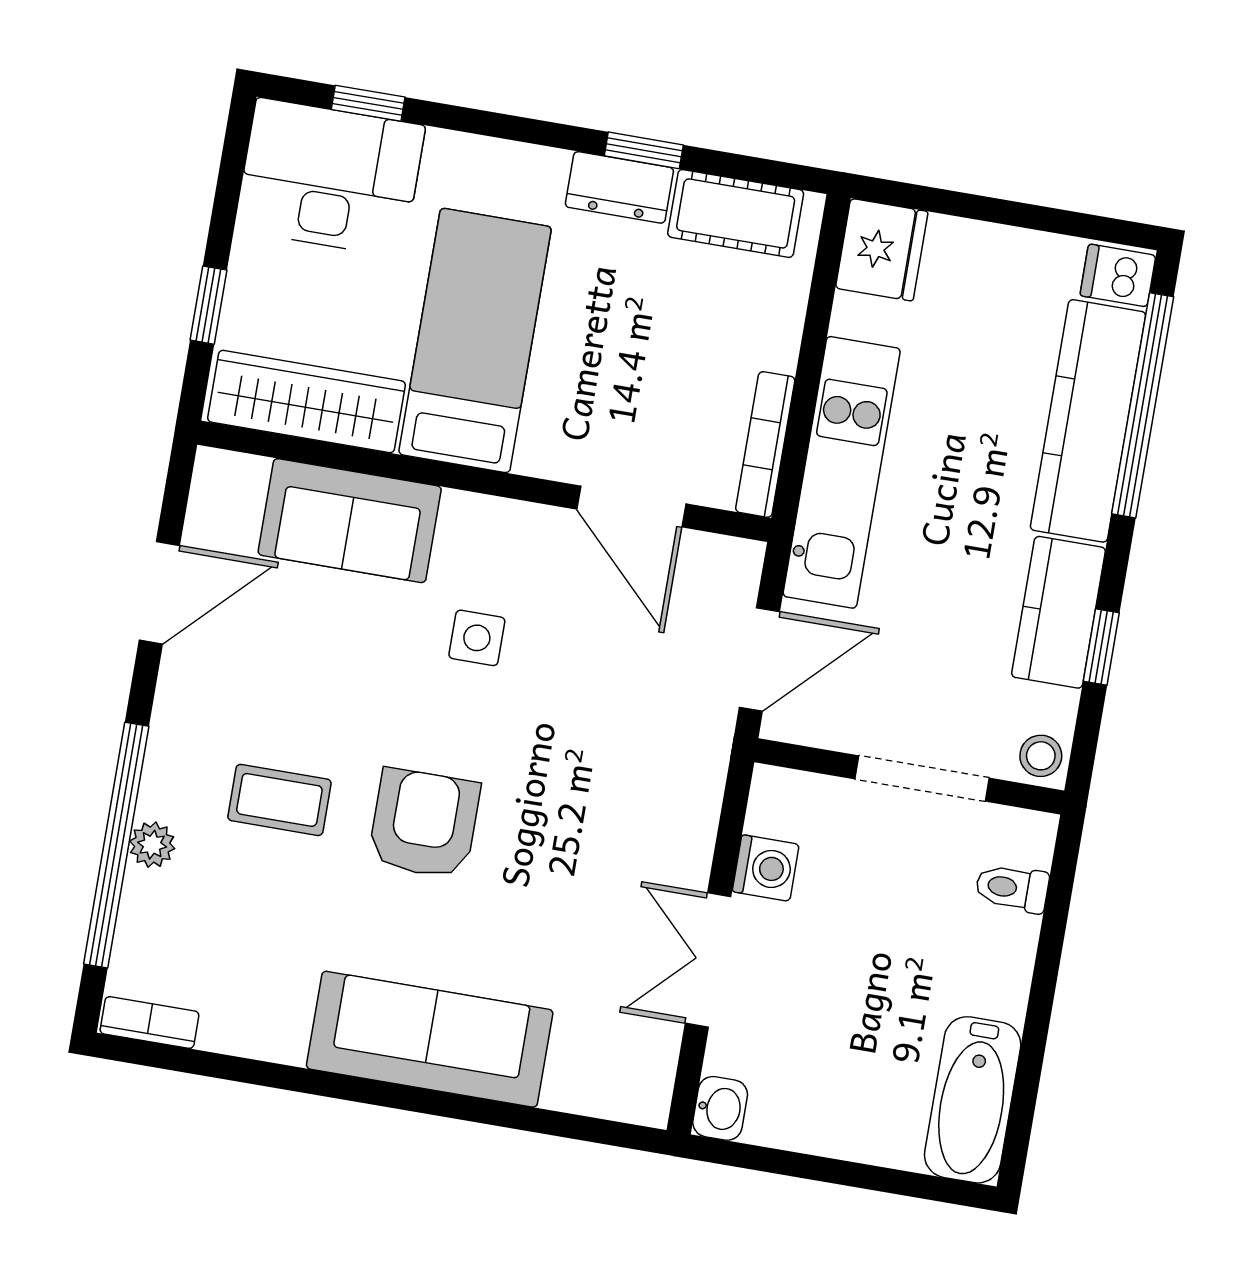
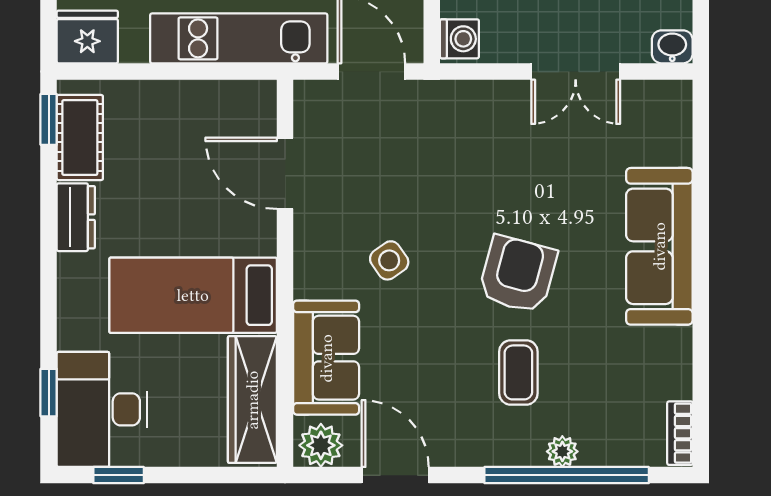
window: (644, 150) -> (49, 119), moved
window: (209, 305) -> (119, 475), moved
bookcase: (765, 444) -> (229, 92), removed
plant: (222, 491) -> (321, 445), added
door: (631, 507) -> (285, 173), swing flipped
side table: (477, 638) -> (389, 260), turned -35
armchair: (424, 824) -> (518, 274), turned 105
washing machine: (766, 868) -> (459, 39), moved, turned 90

